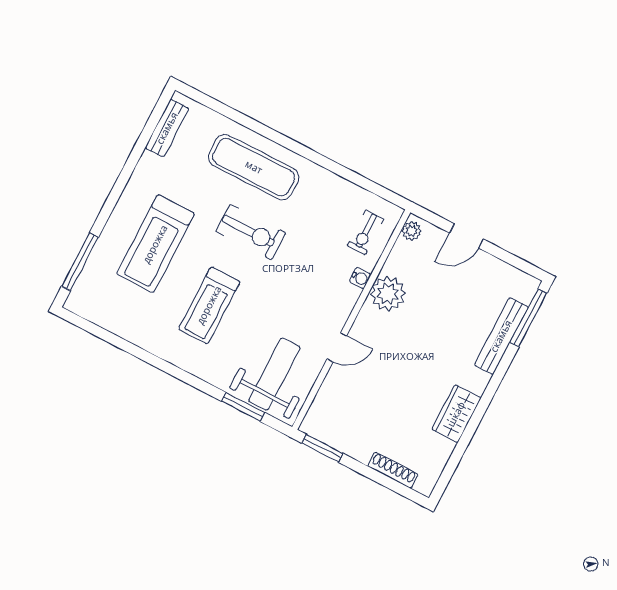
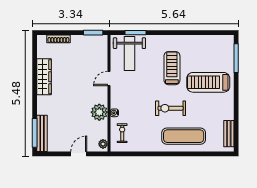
treadmill: (155, 244) -> (208, 82), turned -90
bench: (501, 336) -> (42, 133), moved
wardrobe: (456, 414) -> (44, 77), width x1.50

